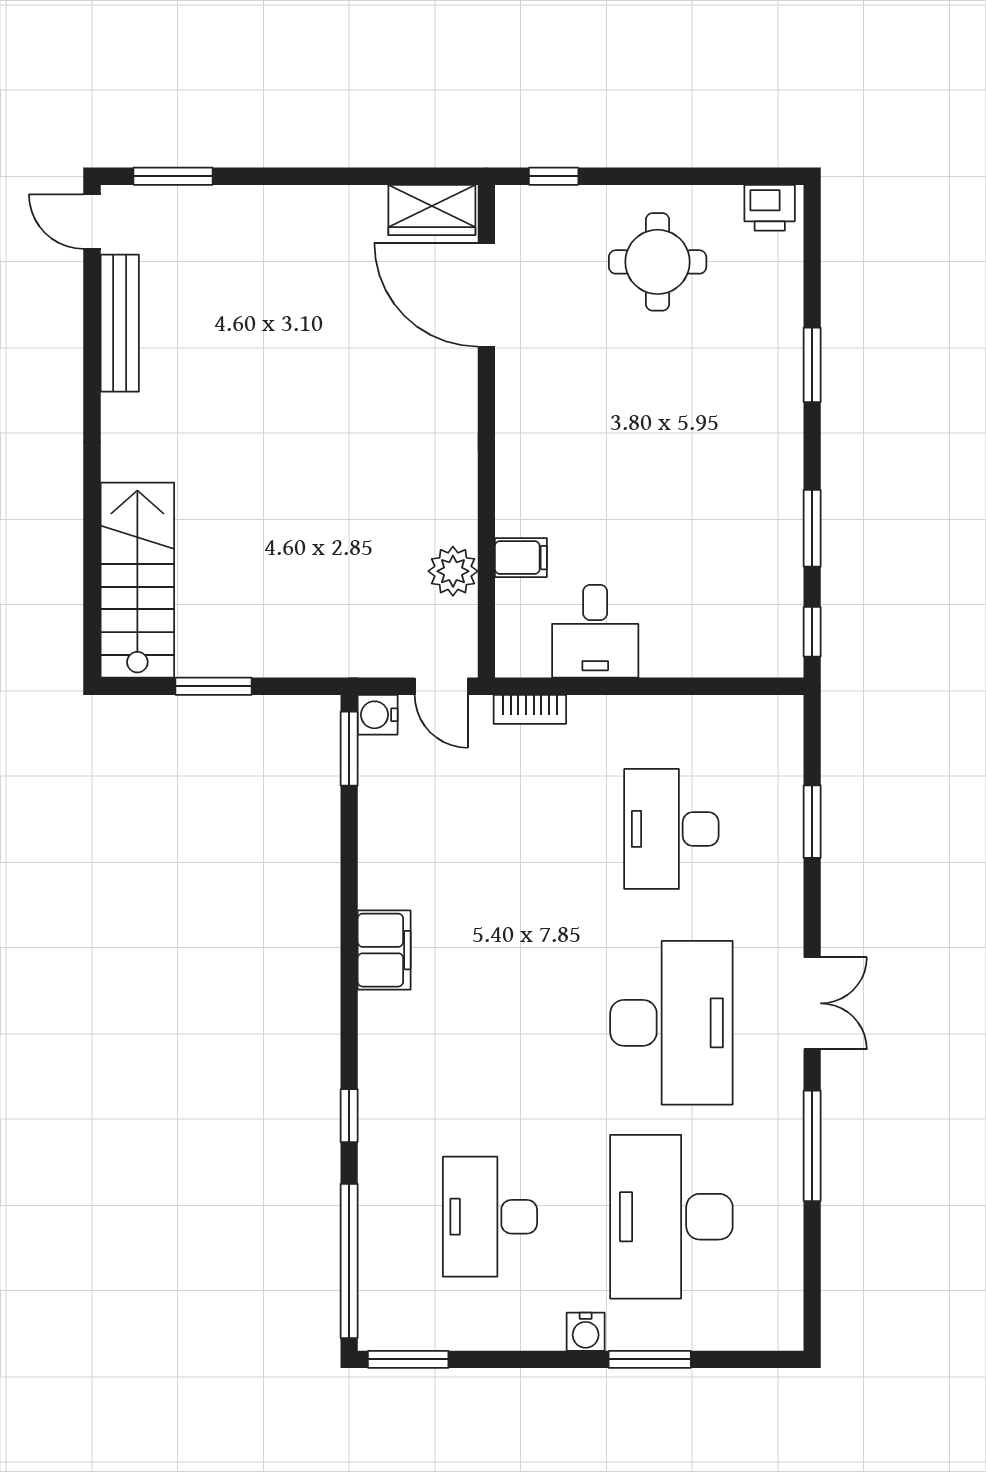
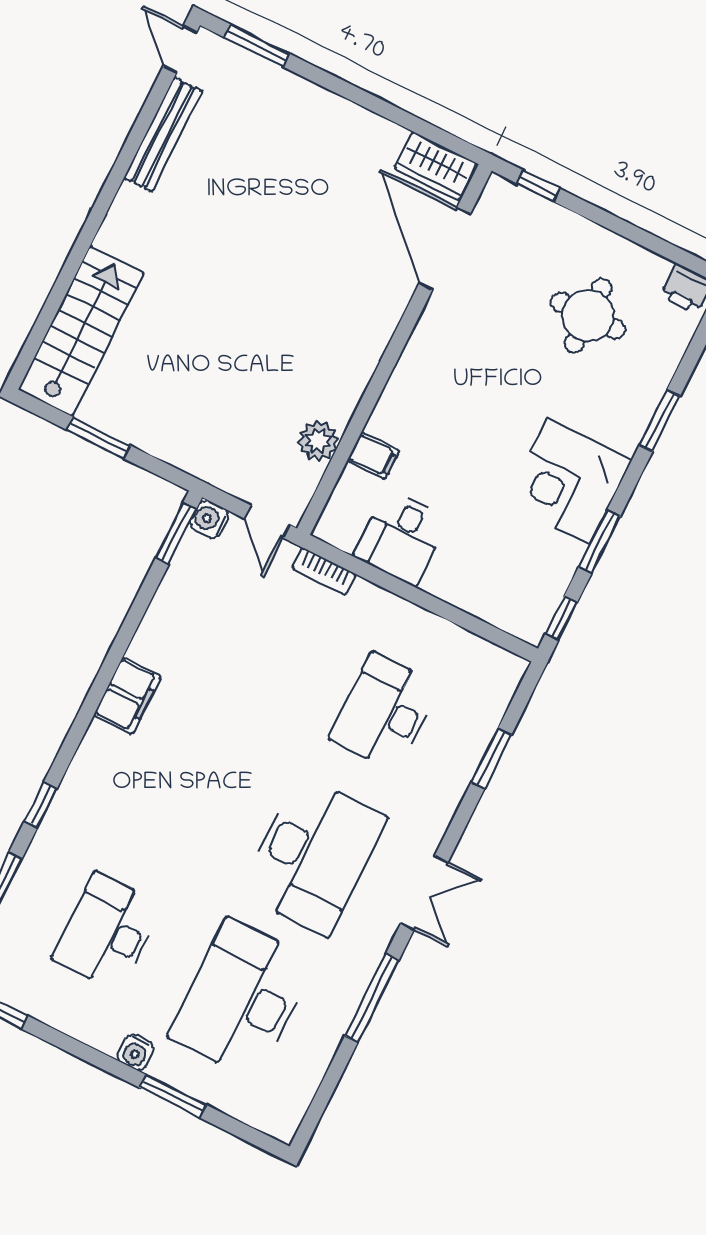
round table: (658, 262) -> (588, 316), moved
corner desk: (746, 480) -> (569, 481), added

